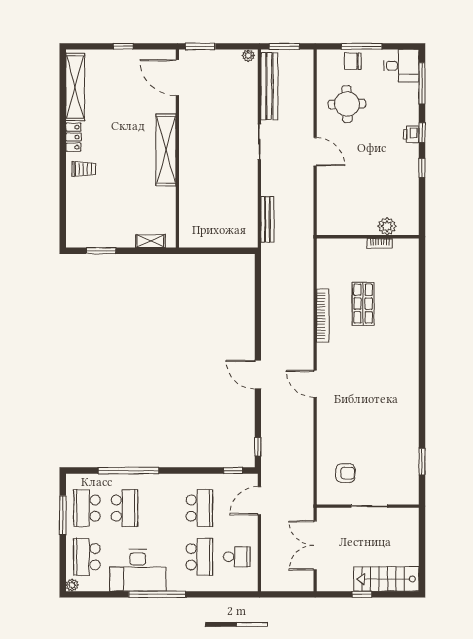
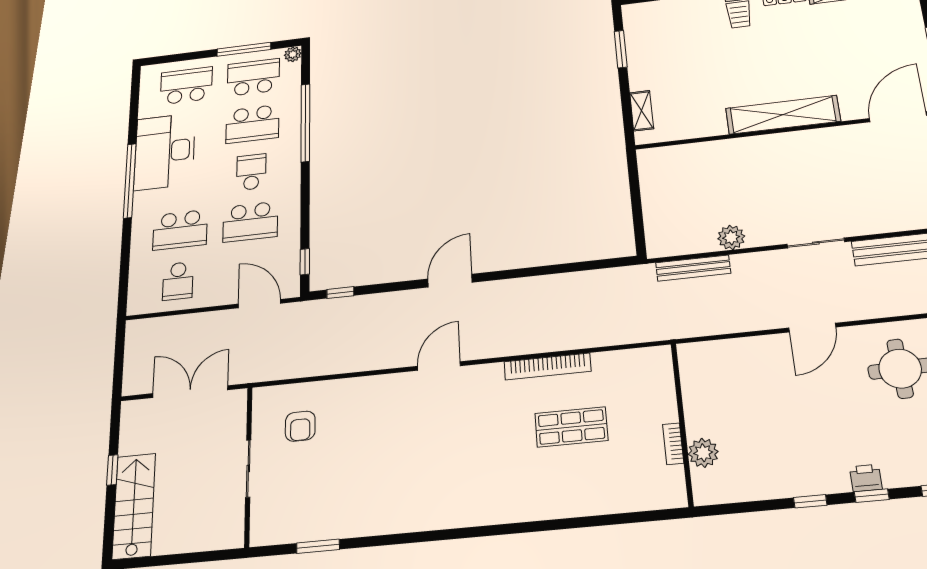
plant: (249, 193) -> (731, 237), added
school desk: (162, 508) -> (251, 172), added
plant: (72, 585) -> (293, 54), moved

